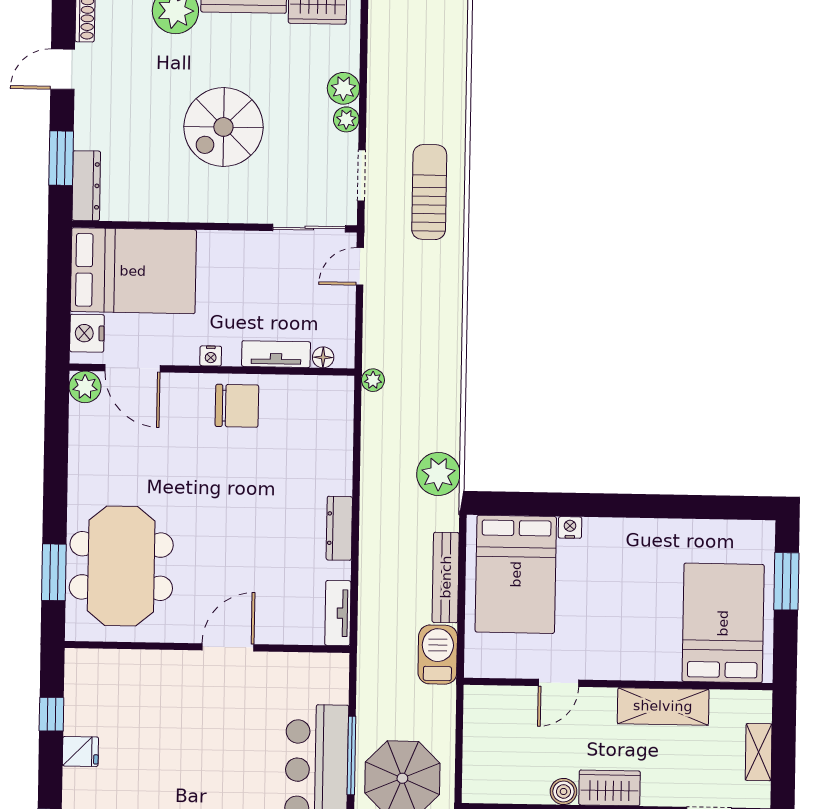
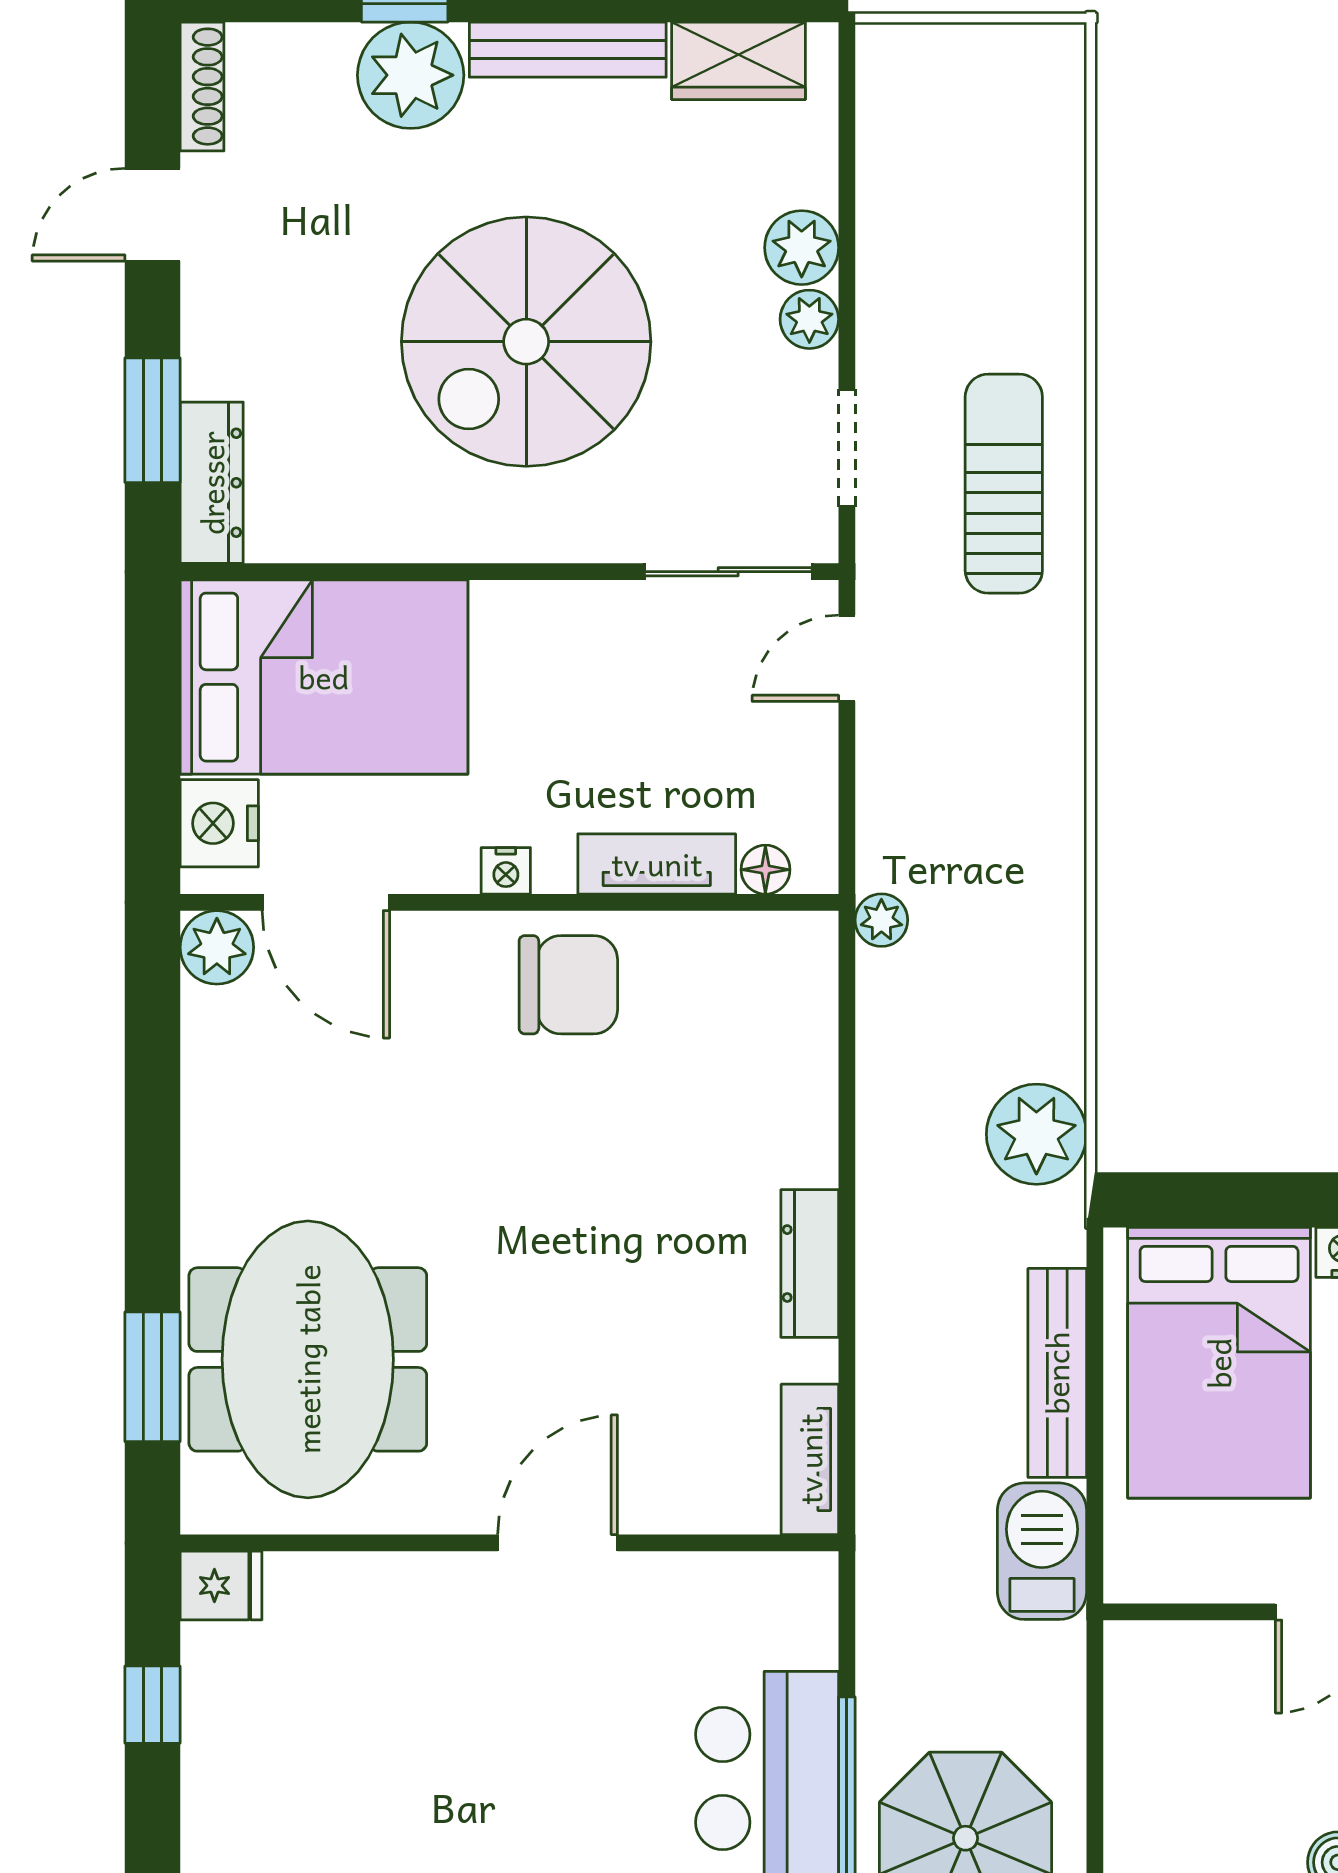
spiral stairs: (223, 127) -> (526, 342), width x1.37, depth x1.37
fridge: (80, 751) -> (221, 1586), moved

